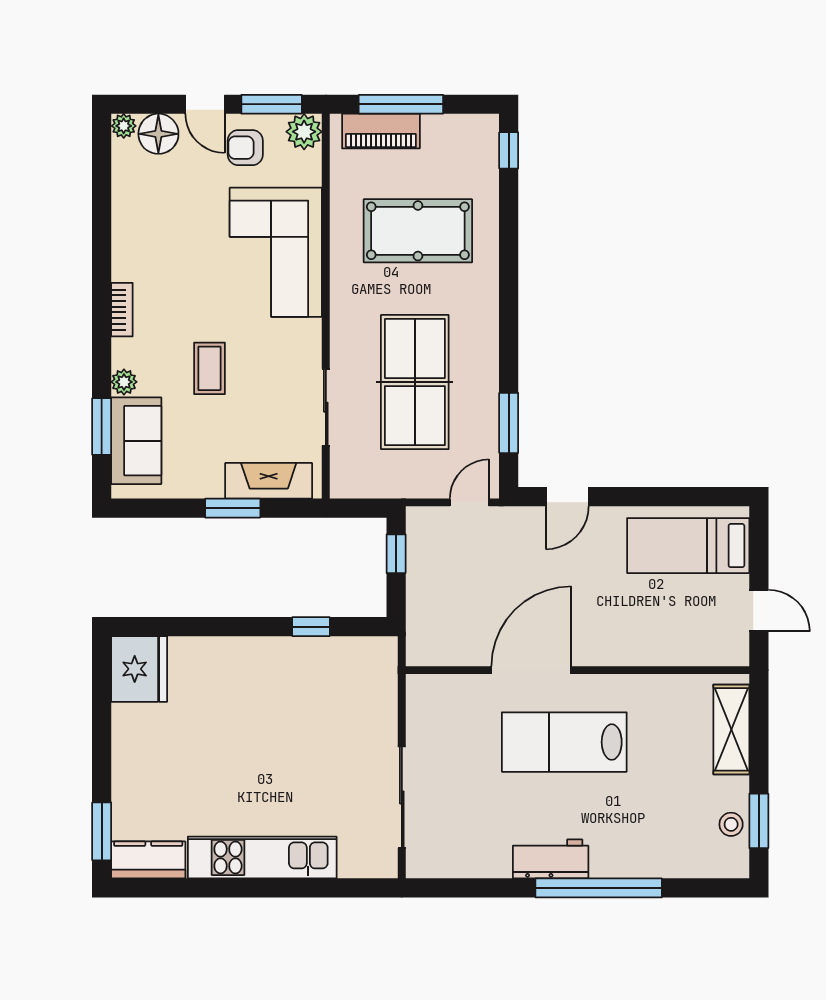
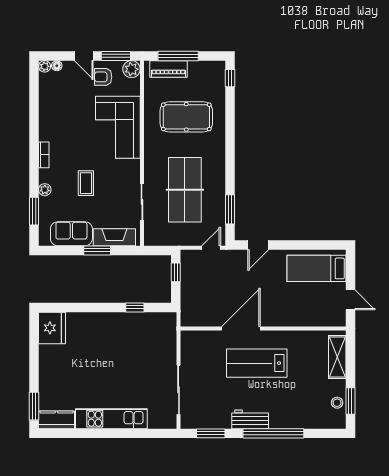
floor lamp: (158, 134) -> (57, 66), width x0.53, depth x0.53
sofa: (136, 441) -> (71, 234), moved, turned -90
window: (469, 888) -> (211, 433), added

